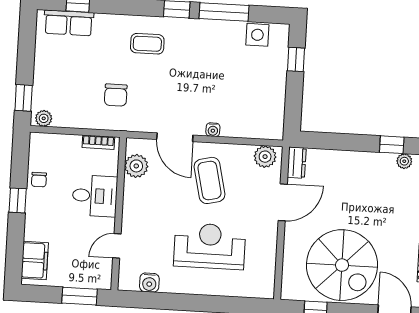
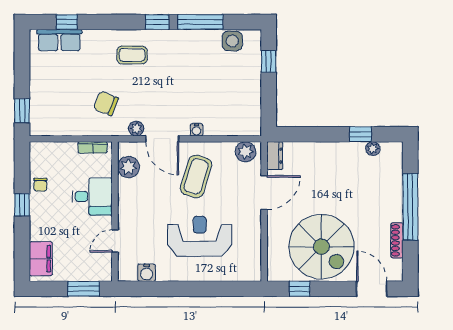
chair: (116, 95) -> (106, 103), turned 112
plant: (44, 118) -> (136, 128), moved
coffee table: (210, 180) -> (196, 176), turned 30

